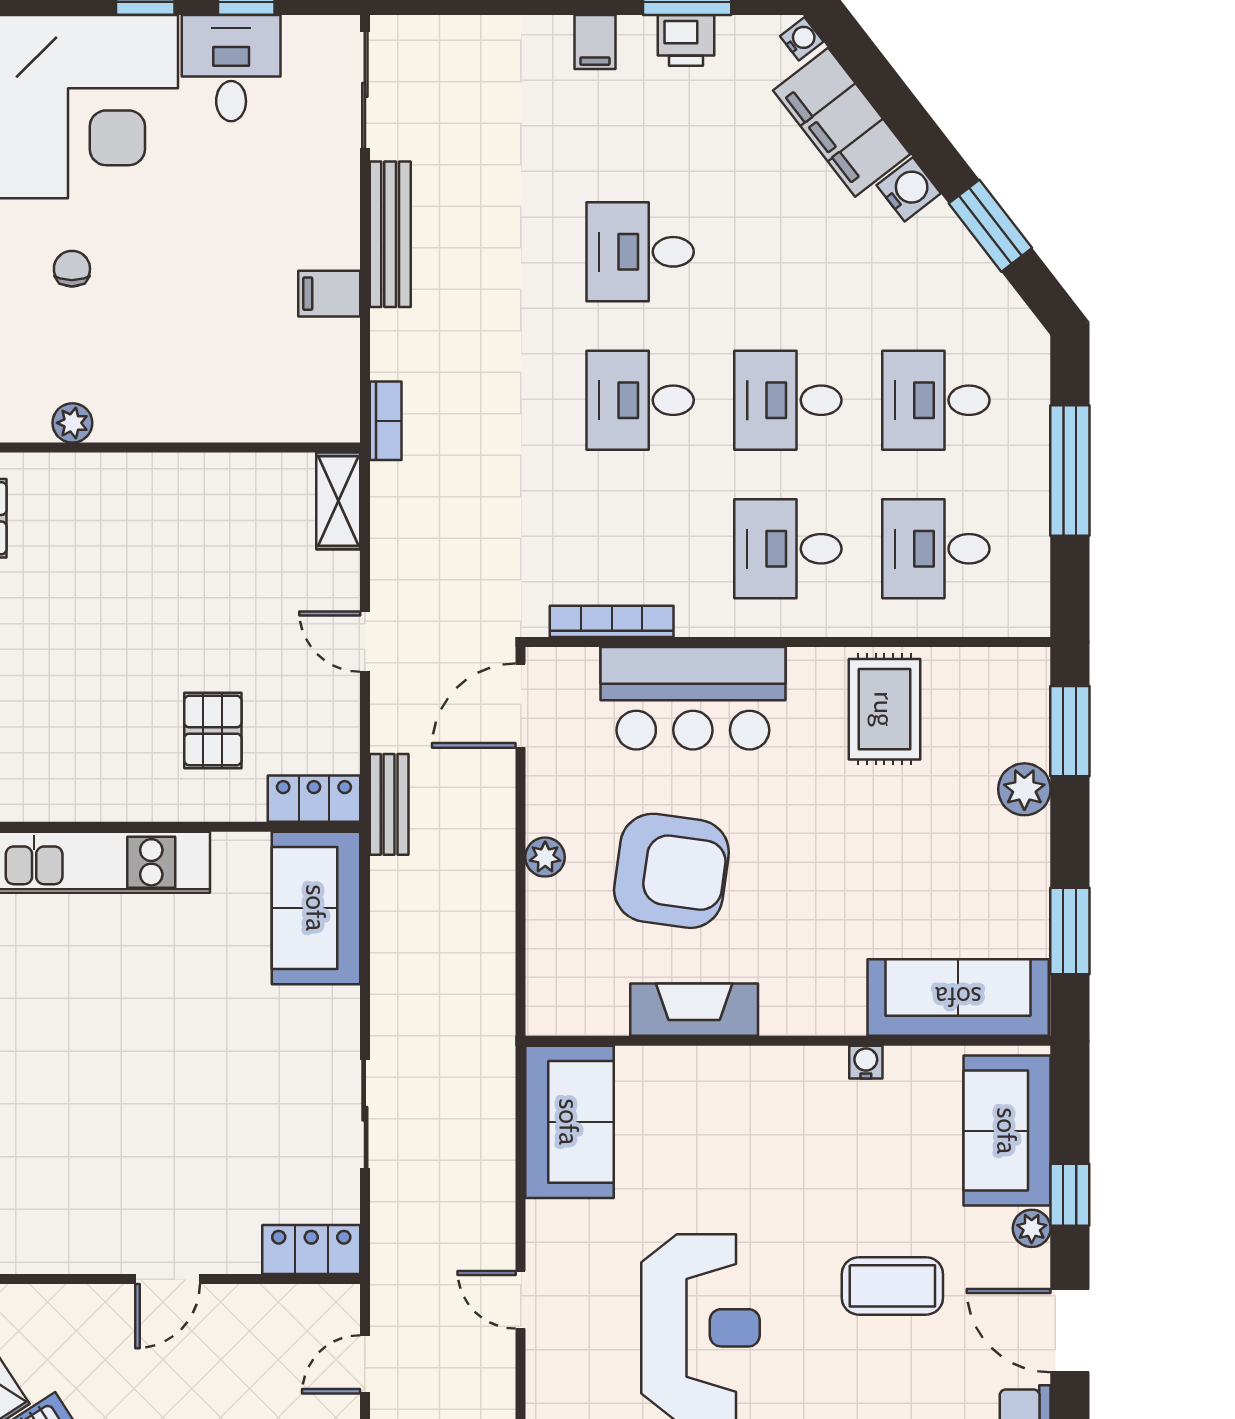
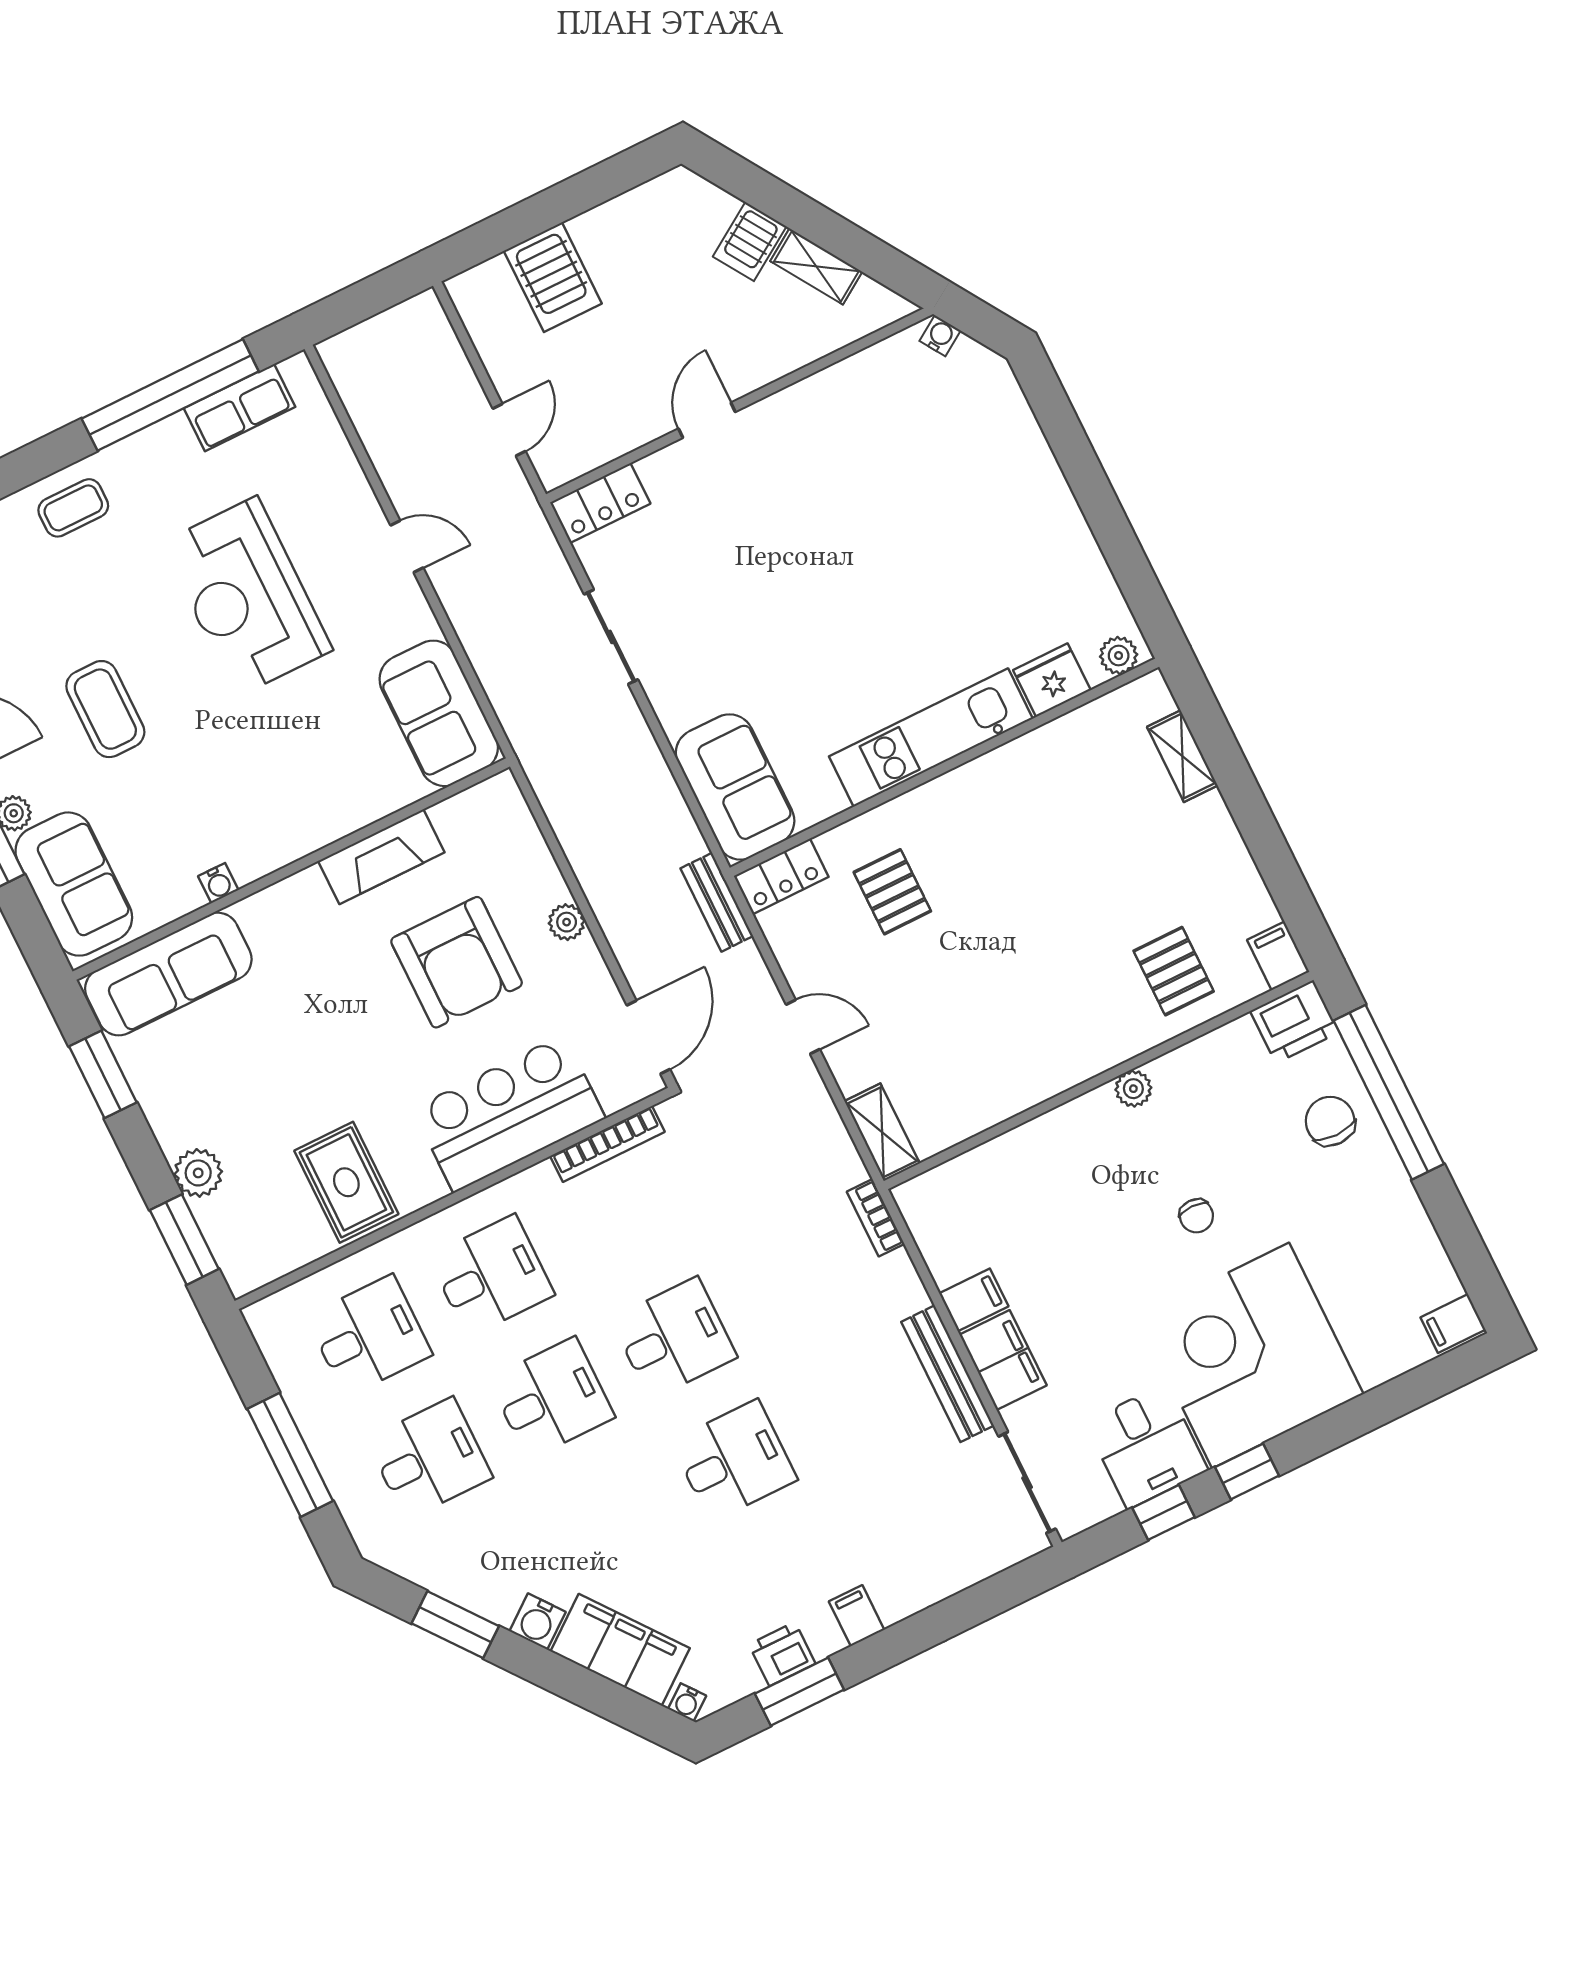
filing cabinet: (330, 221) -> (1003, 1360), added
armchair: (671, 871) -> (457, 962), turned -98
coffee table: (892, 1286) -> (105, 709), turned 90

